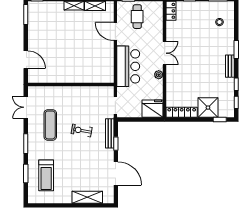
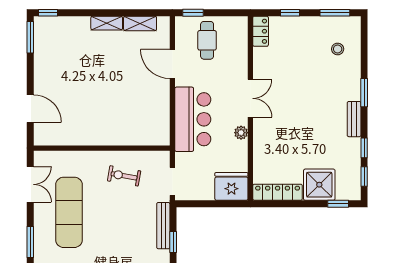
double door: (26, 107) -> (30, 184), swing flipped
exercise mat: (50, 125) -> (69, 212), width x1.36, depth x1.45
exercise bike: (82, 130) -> (124, 176), moved

